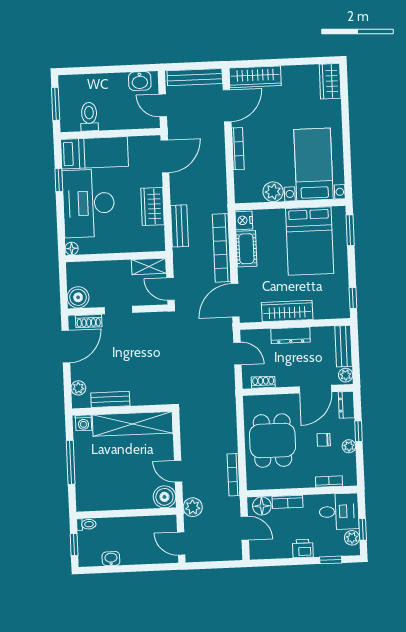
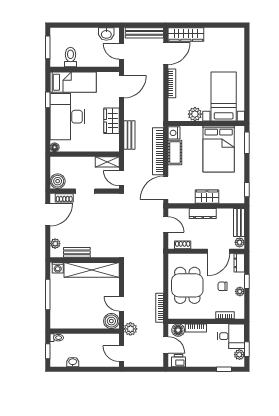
wardrobe: (330, 81) -> (237, 40), removed
wardrobe: (287, 311) -> (207, 197), width x0.67
printer: (303, 548) -> (179, 361), moved

